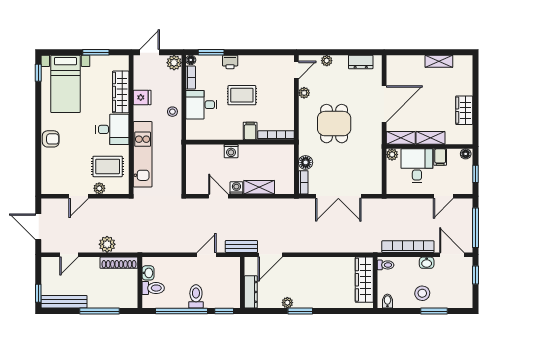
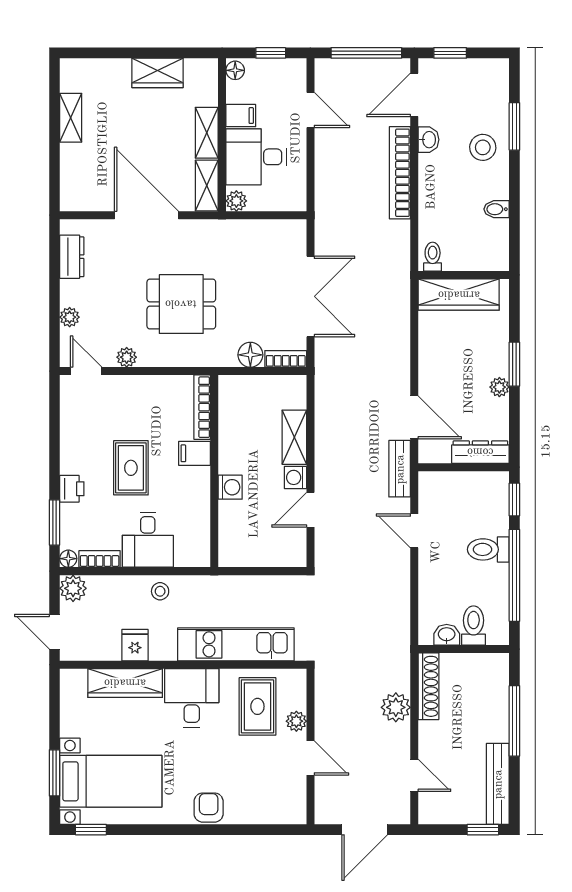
window: (96, 52) -> (54, 773), moved
toilet: (386, 265) -> (433, 257), moved
wardrobe: (364, 280) -> (459, 295), moved
wall: (375, 282) -> (464, 275), moved

